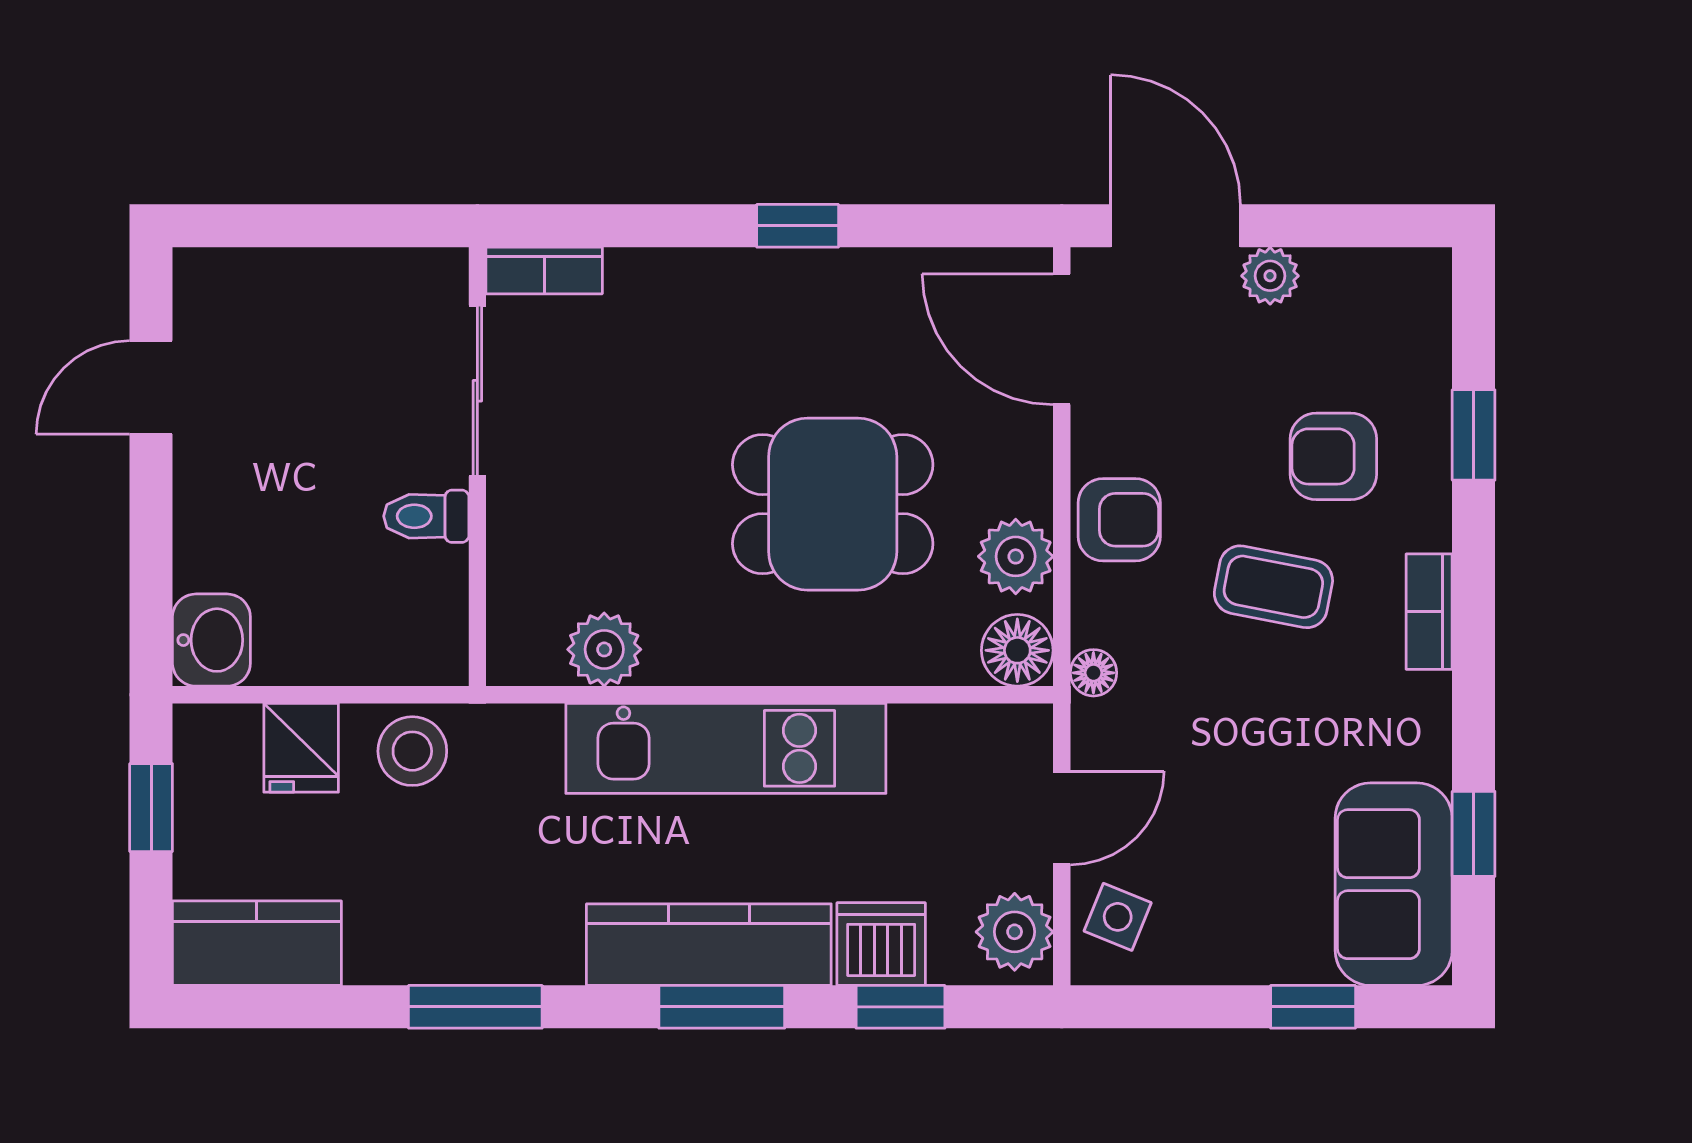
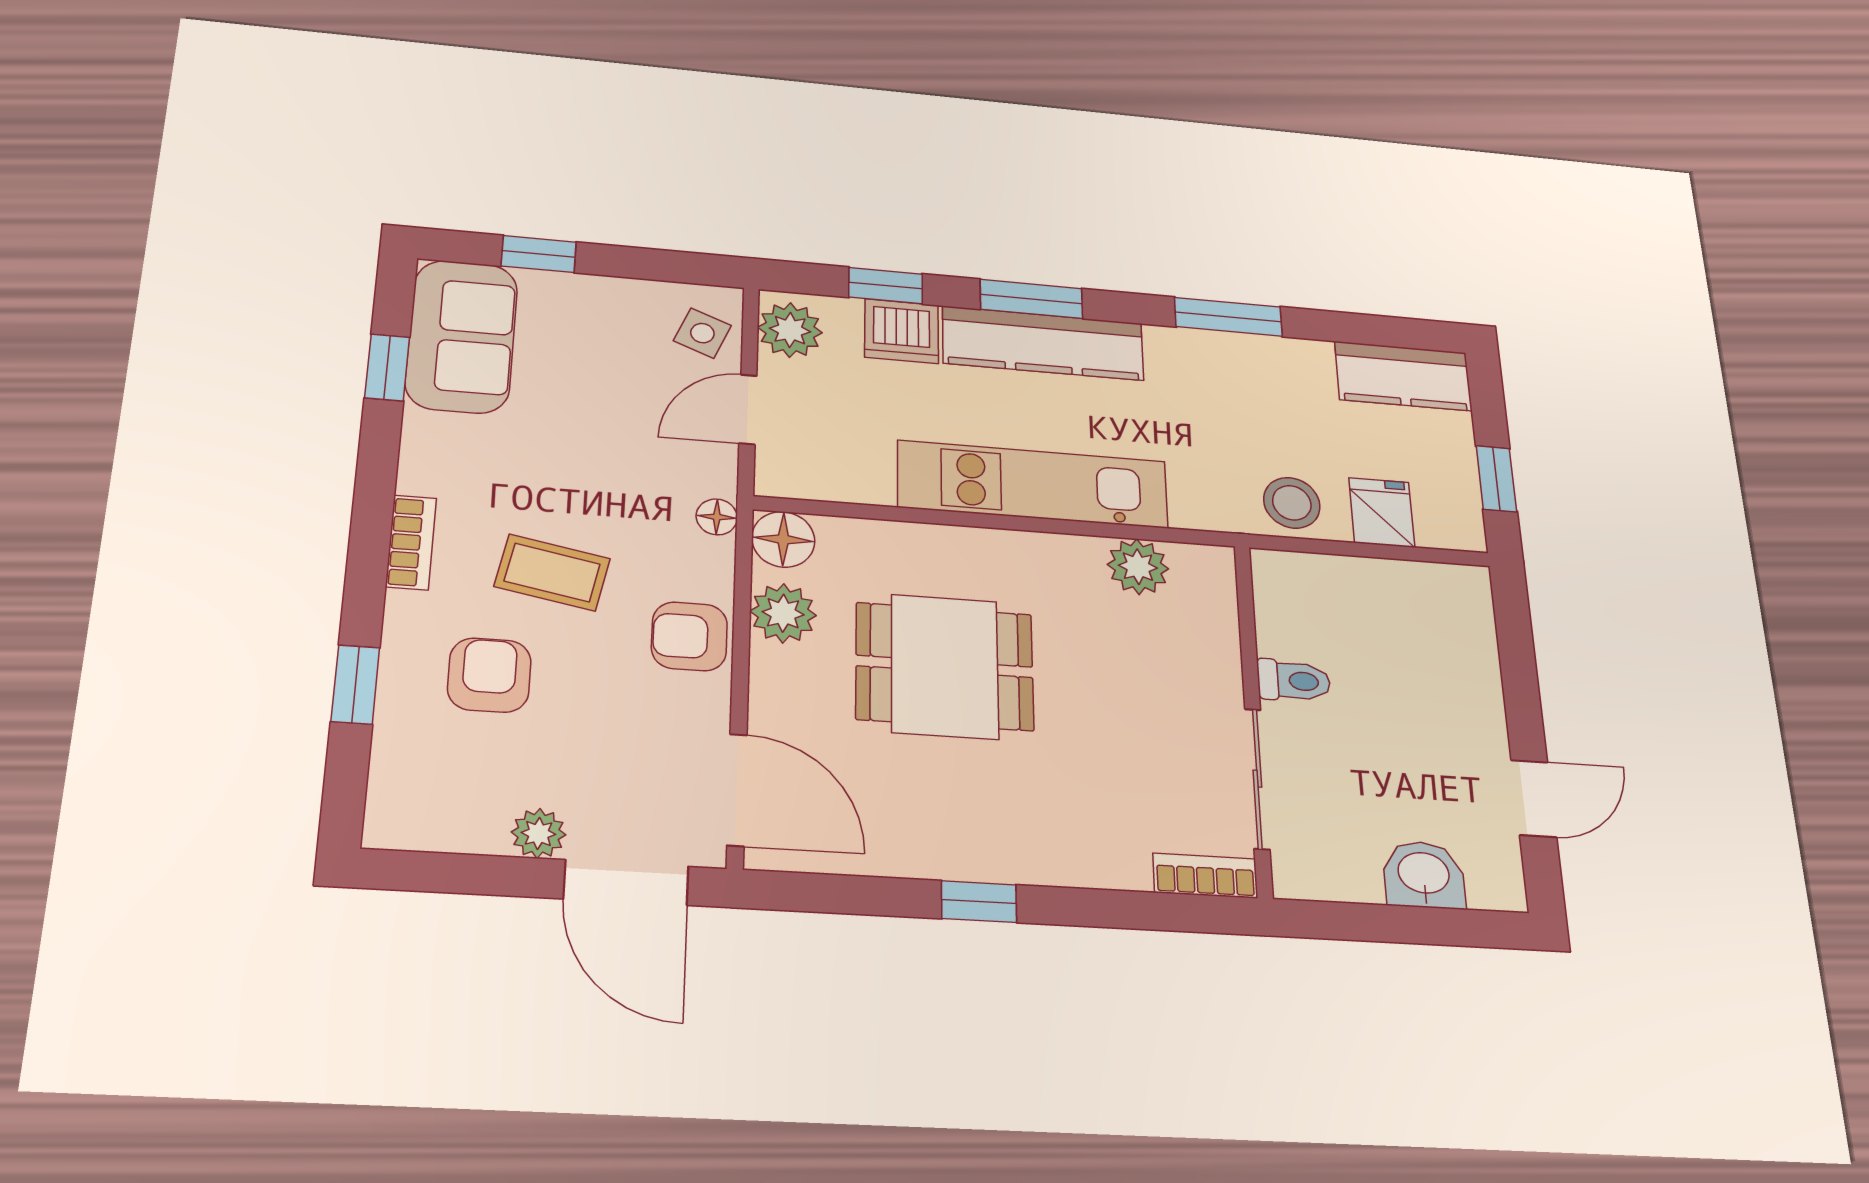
armchair: (1333, 456) -> (489, 675), turned -90
washbasin: (211, 640) -> (1424, 875), moved, turned 90

